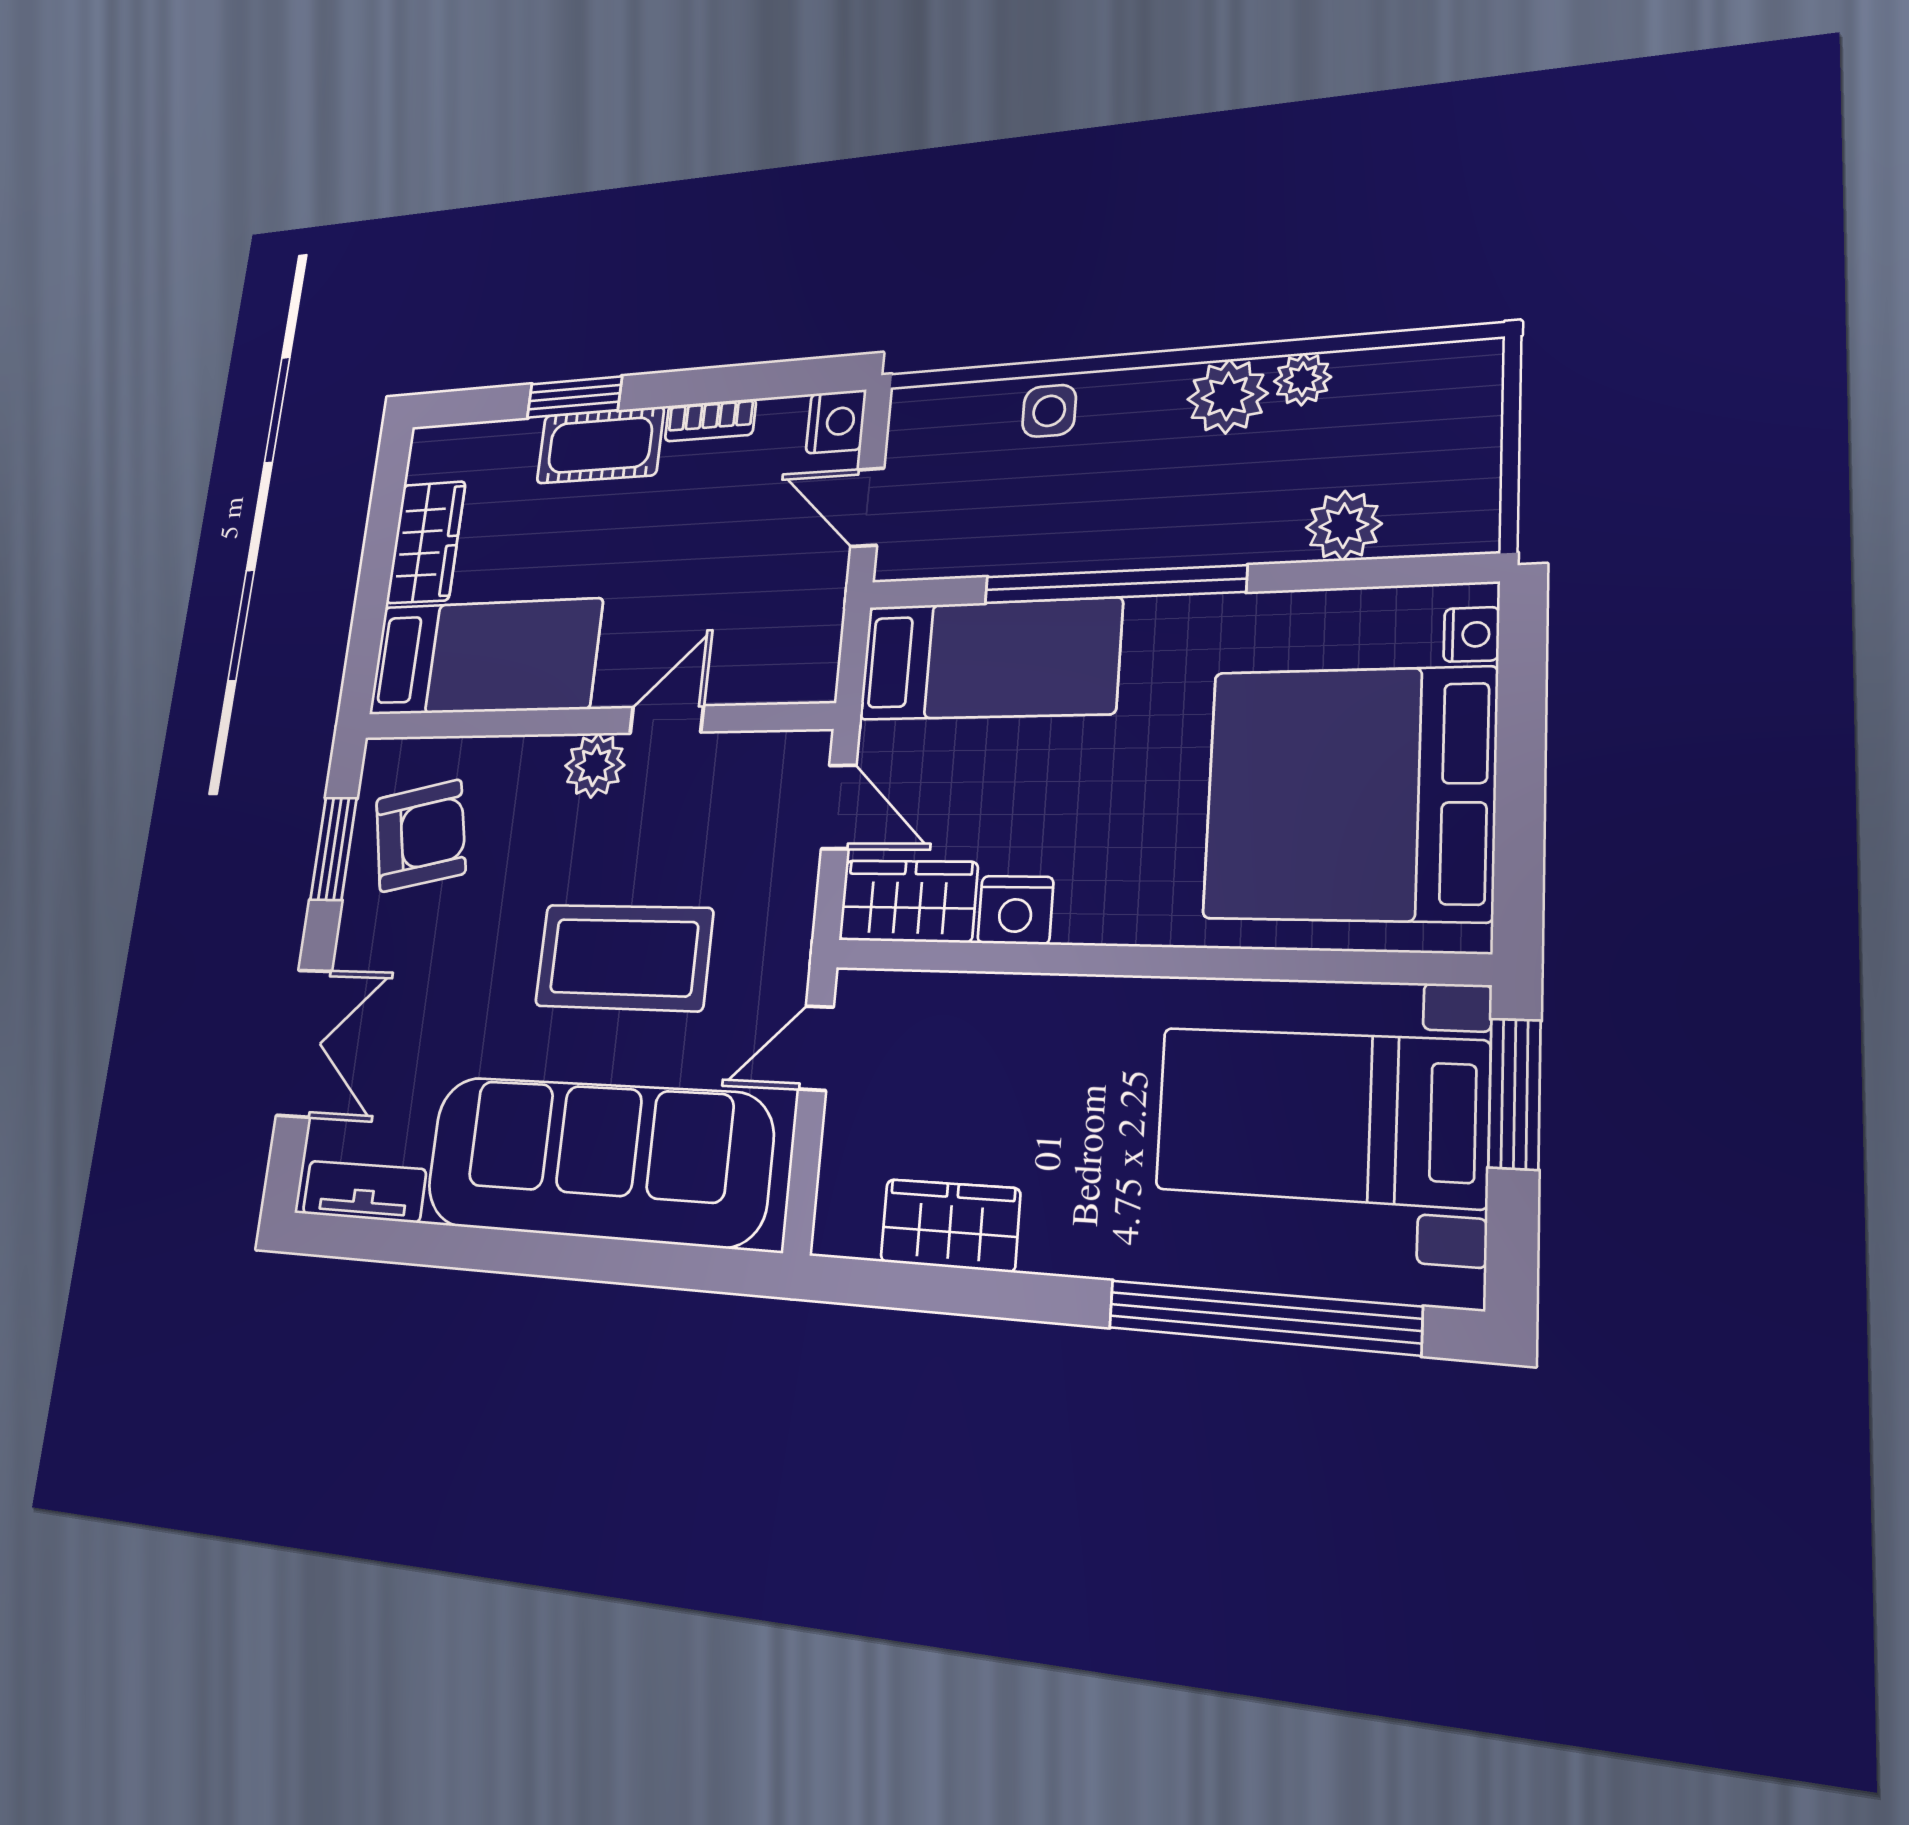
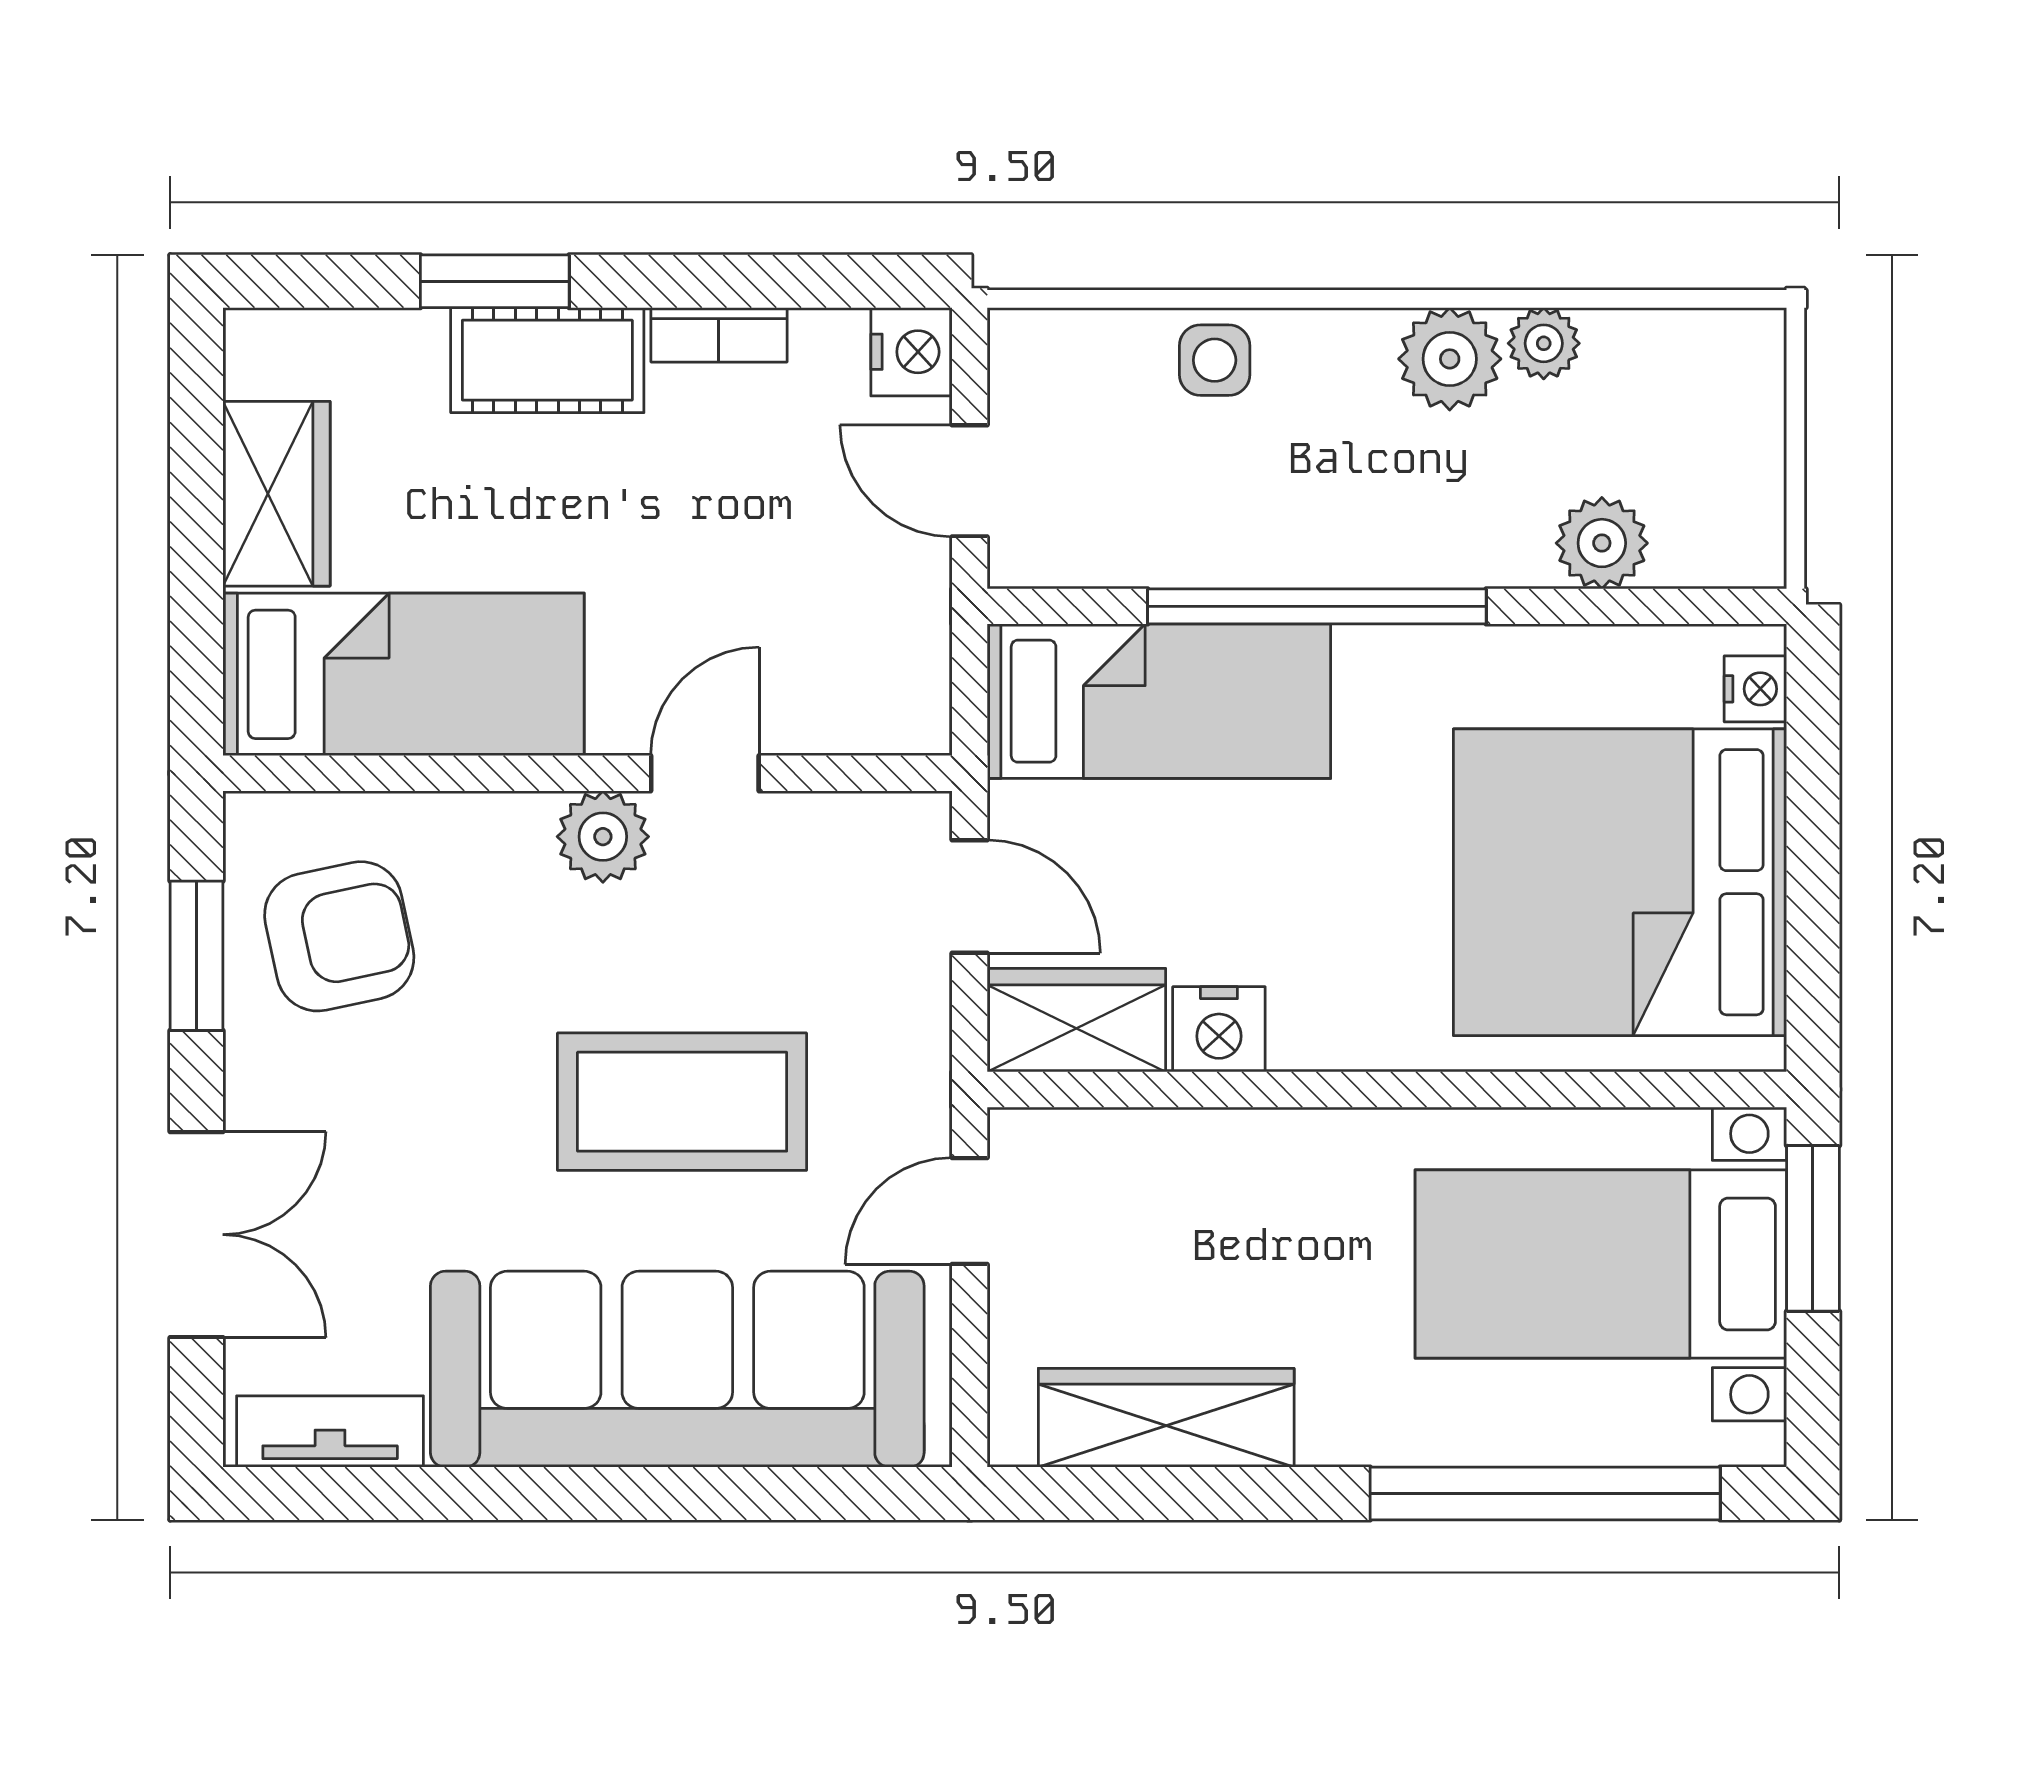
wardrobe: (950, 1225) -> (1166, 1418), width x1.50

